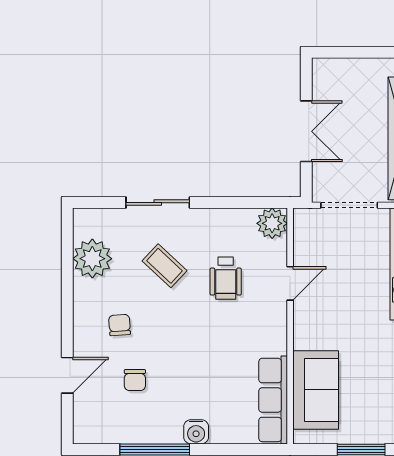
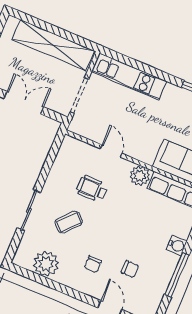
plant: (272, 223) -> (140, 176), moved
wheelchair: (226, 278) -> (92, 189), turned 180
chair: (120, 325) -> (93, 264), turned -86

